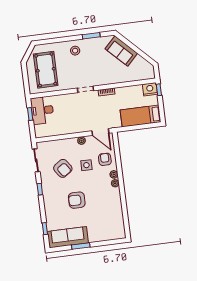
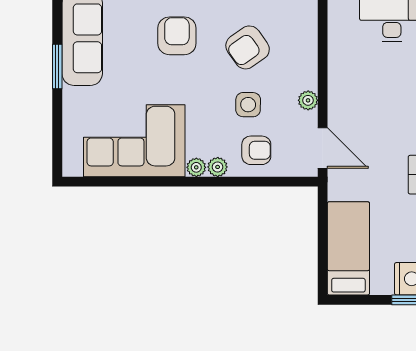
door: (100, 132) -> (323, 148), swing flipped
armchair: (77, 200) -> (177, 36), moved
corner sofa: (107, 210) -> (134, 141), added

